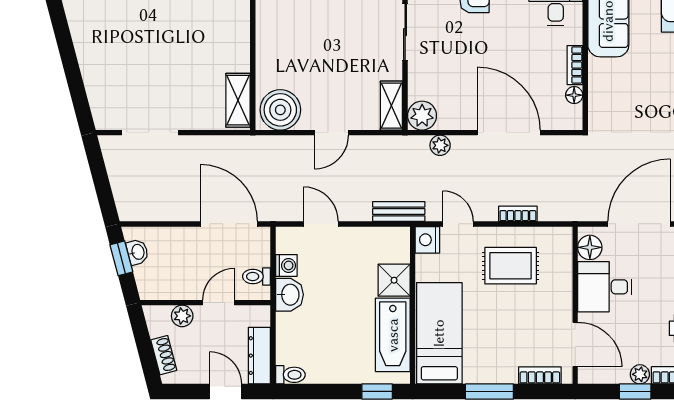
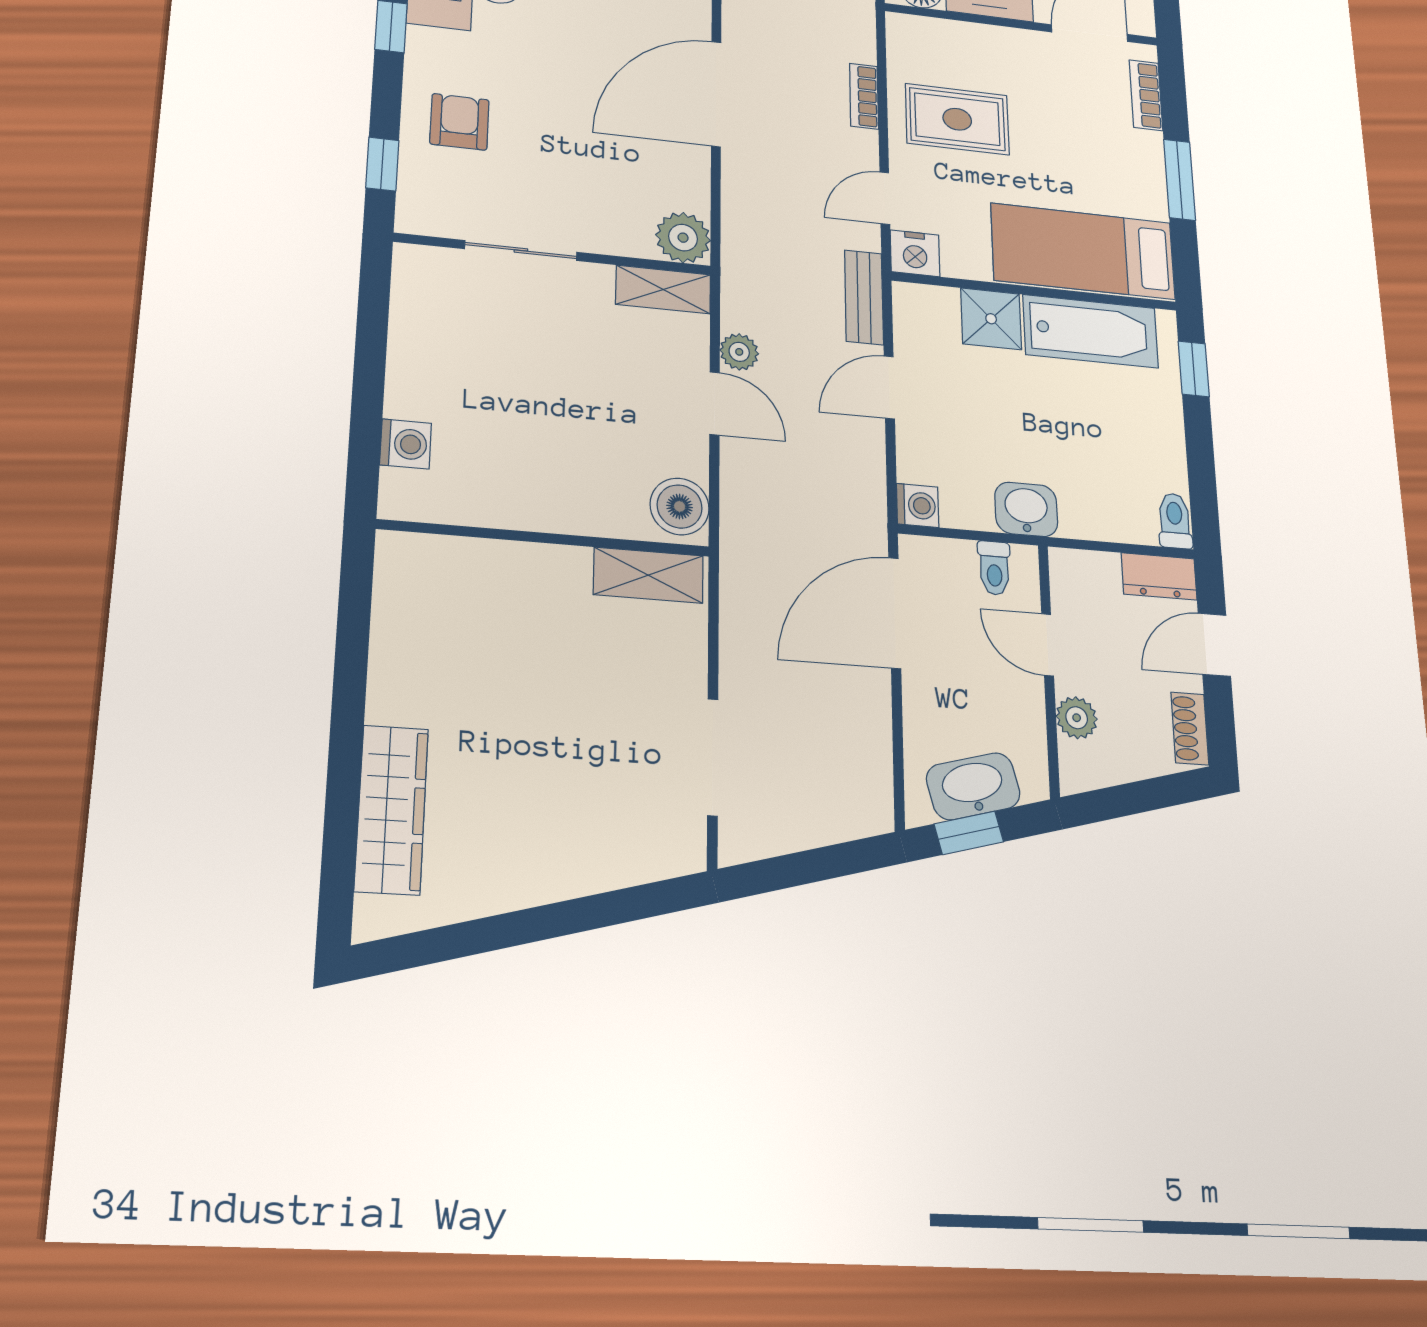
boiler: (280, 110) -> (680, 506), width x0.73, depth x0.73
plant: (440, 145) -> (739, 352), moved
door: (321, 224) -> (889, 387), moved
washbasin: (137, 252) -> (973, 786), width x1.91, depth x1.45
washing machine: (286, 265) -> (918, 505), moved, turned 90
rug: (511, 266) -> (957, 119), turned 90
shoe rack: (164, 355) -> (1190, 728), moved, turned -75
dresser: (259, 356) -> (1159, 576), width x0.70

